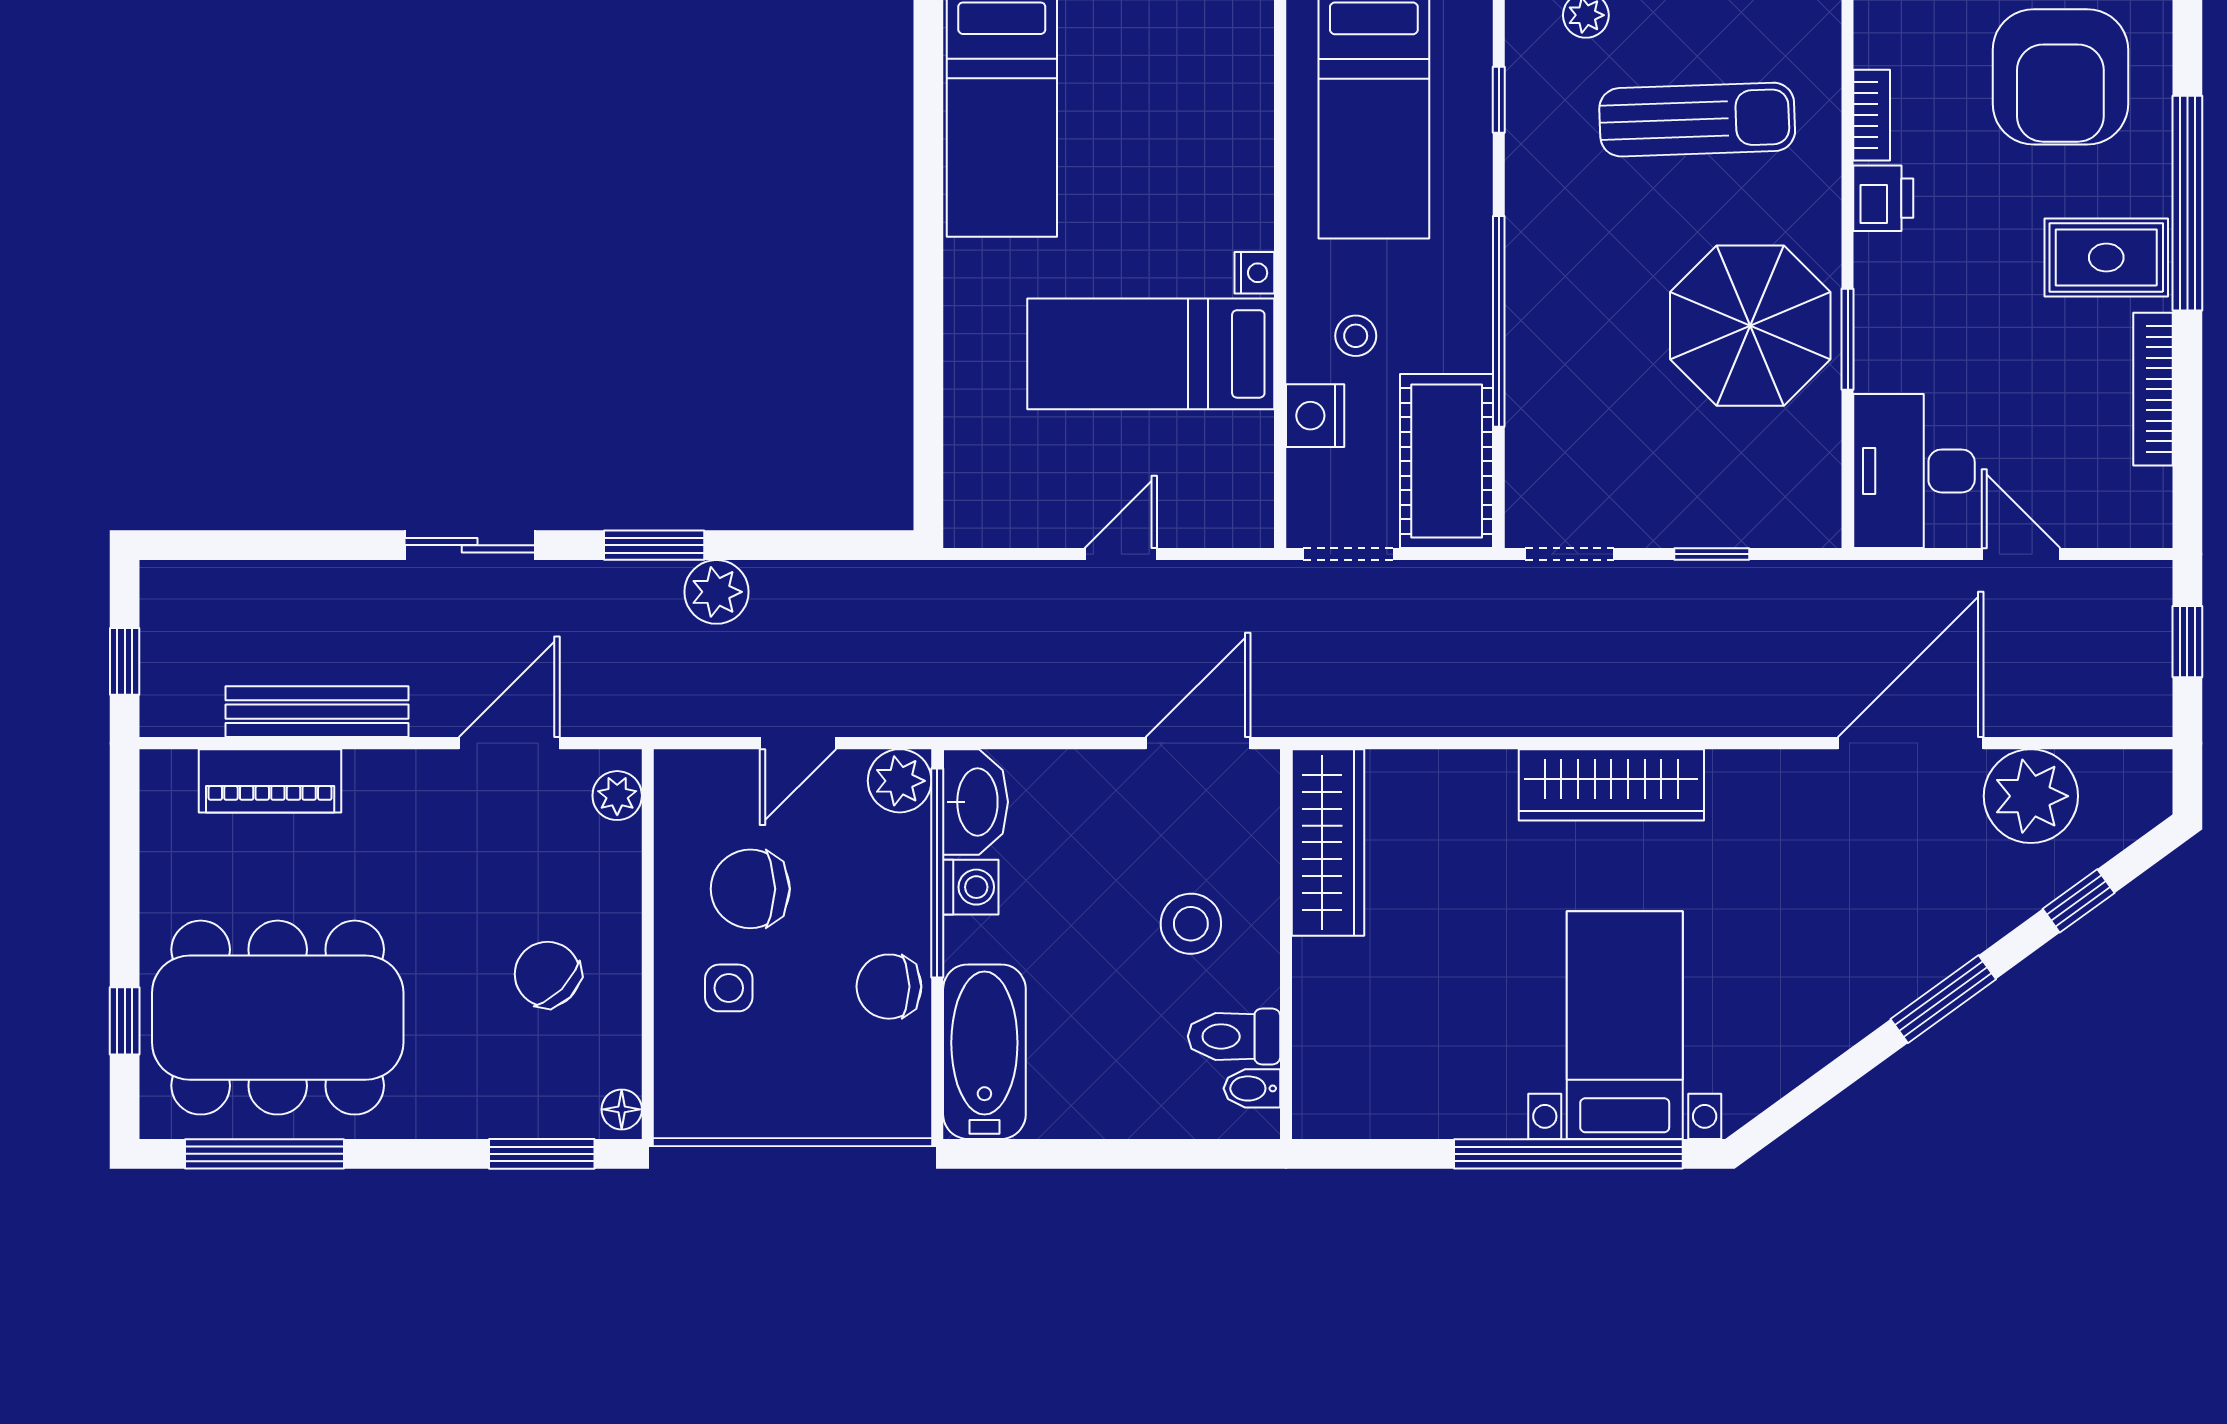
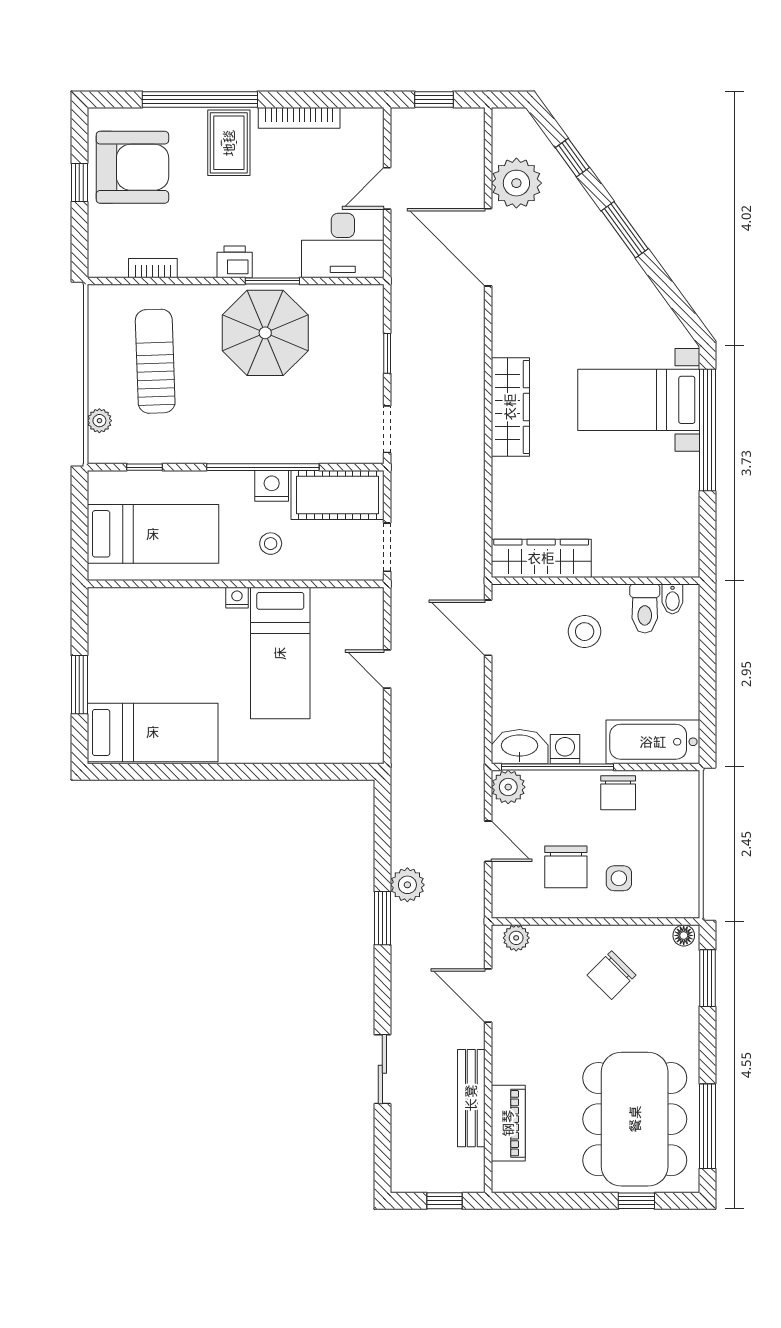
printer: (1883, 198) -> (235, 262), moved
nightstand: (1315, 416) -> (272, 486), moved, turned 180
sliding door: (470, 545) -> (382, 1069), moved

